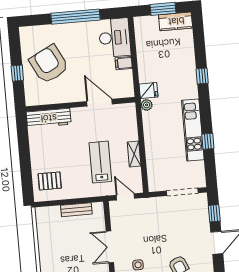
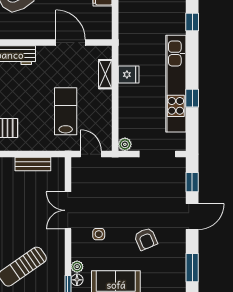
fridge: (149, 91) -> (129, 75), moved
plant: (147, 105) -> (125, 144), moved
kitchen unit: (193, 130) -> (176, 84), width x1.36
shelving: (134, 154) -> (105, 74), moved

